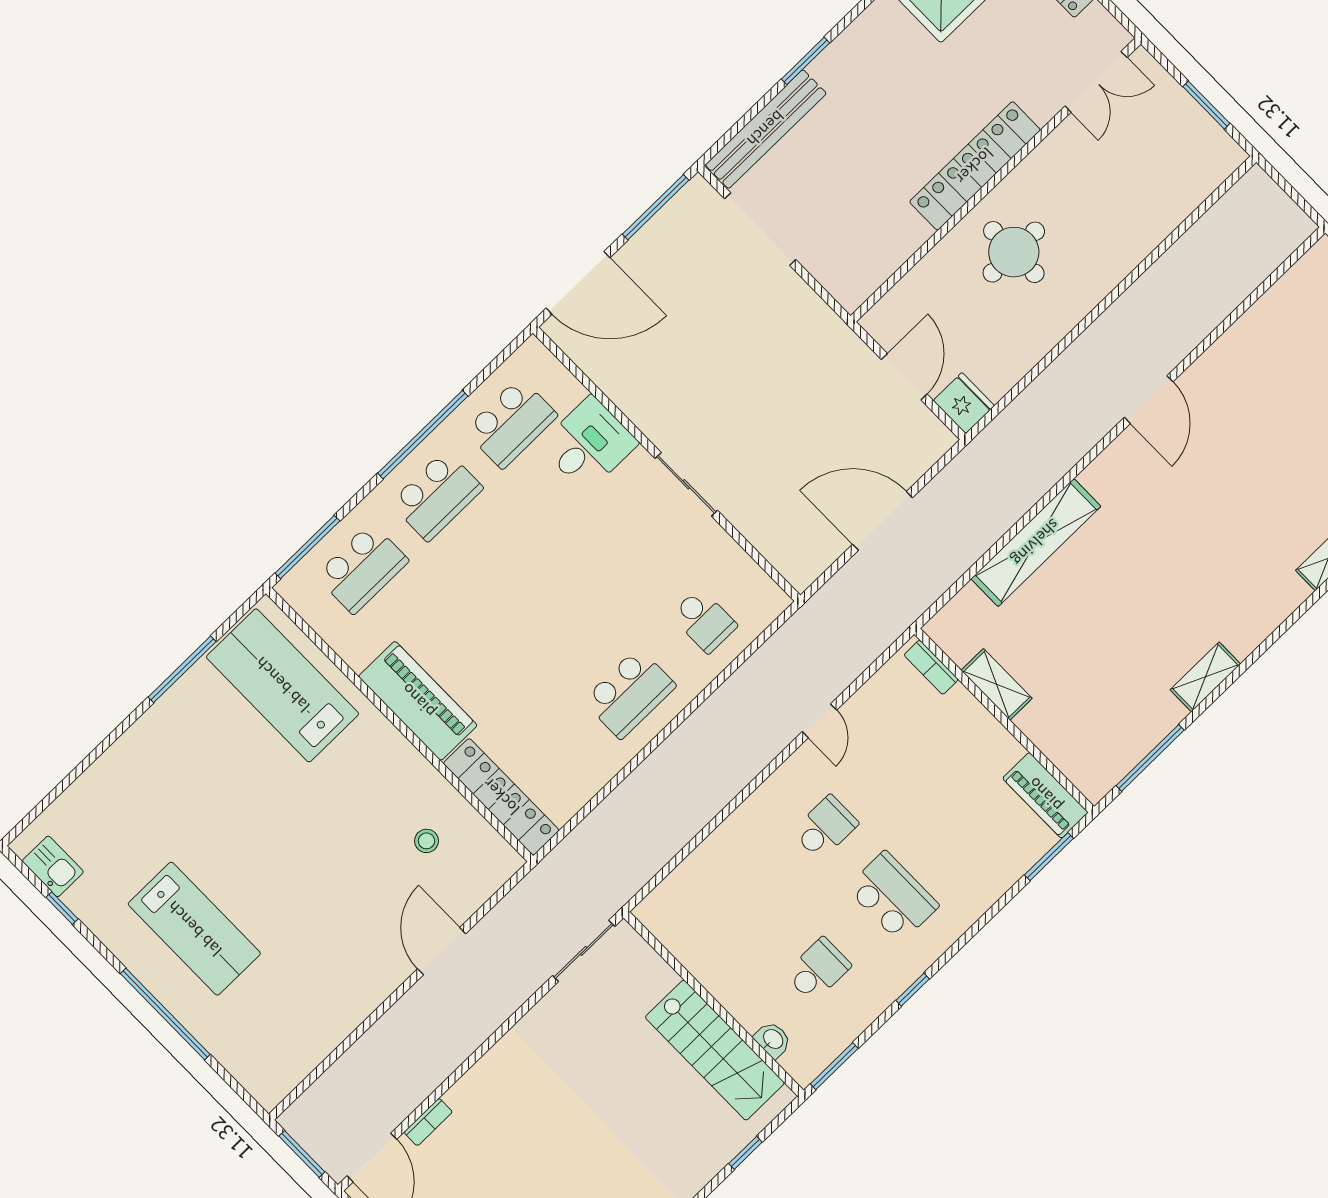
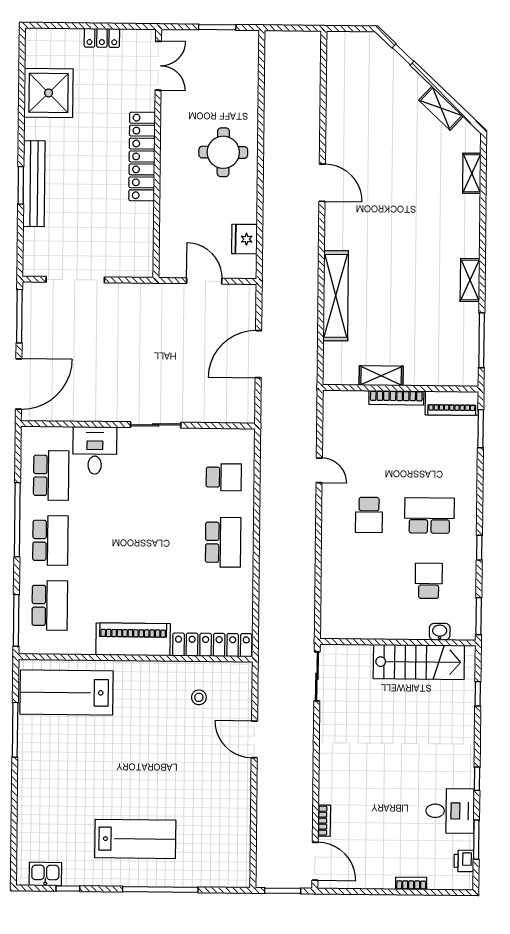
bench: (766, 129) -> (34, 184), moved
round table: (1014, 252) -> (223, 152), moved
fridge: (964, 403) -> (244, 239), moved, turned -90
bookcase: (931, 667) -> (396, 398), moved, width x1.56
school desk: (825, 828) -> (369, 515), turned 180

